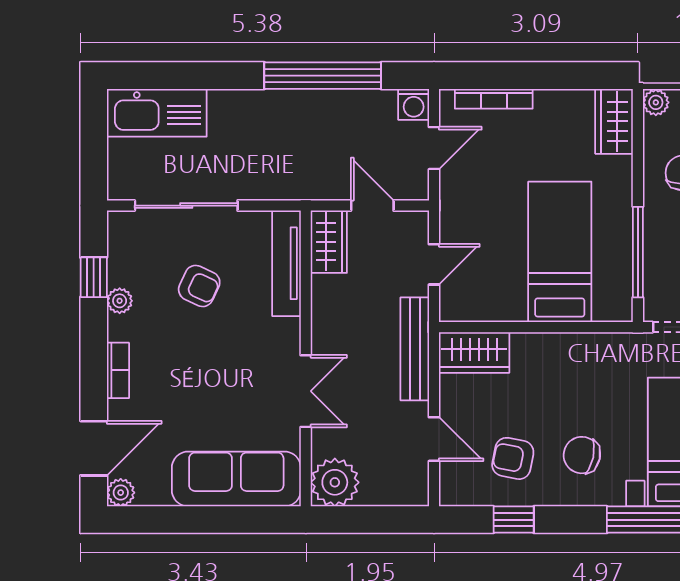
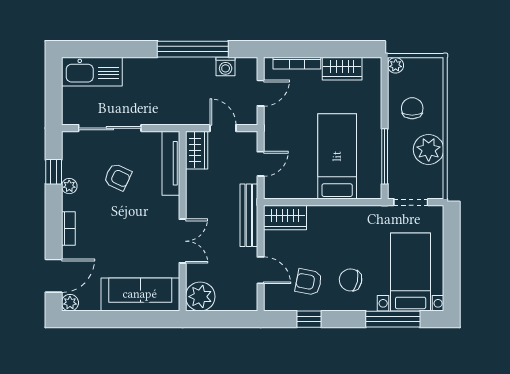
washing machine: (414, 104) -> (226, 66), moved
wardrobe: (614, 121) -> (342, 69), moved, turned -90

